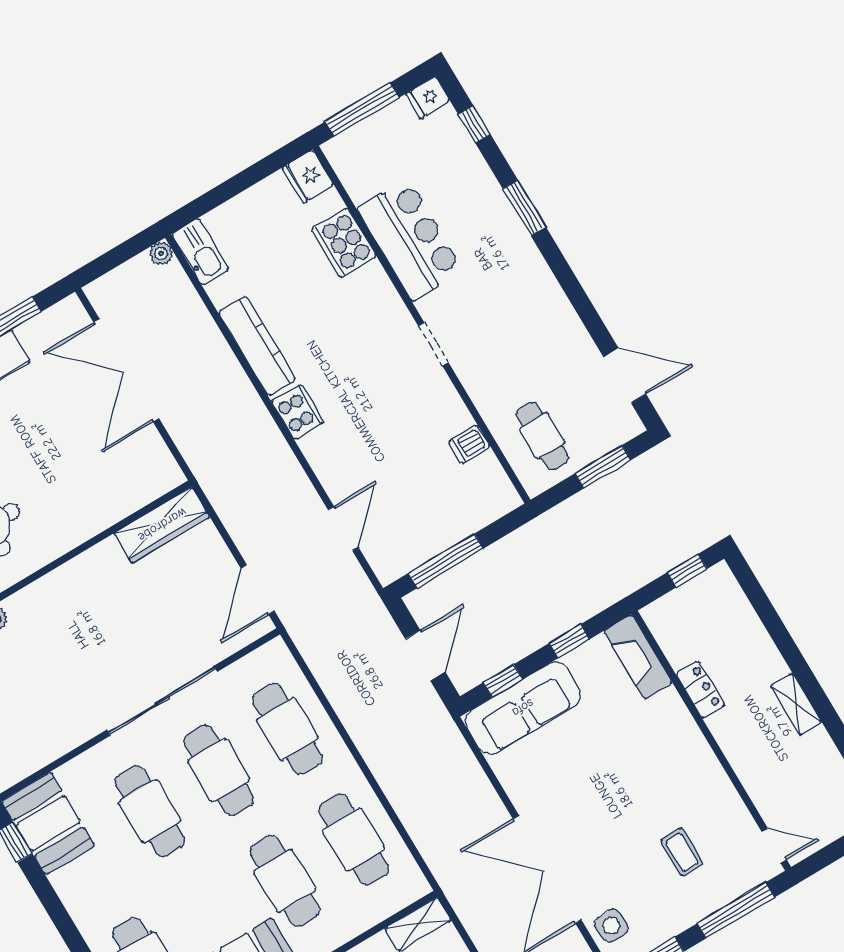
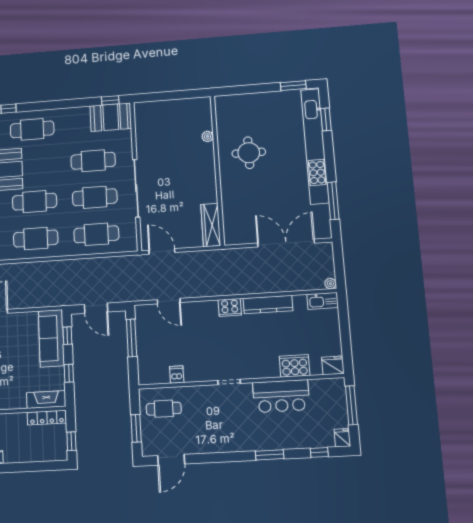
locker: (700, 690) -> (47, 418), moved, width x1.53

